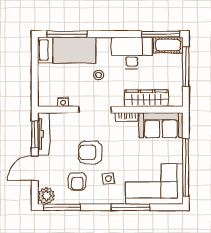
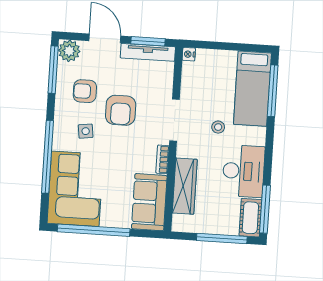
nightstand: (63, 102) -> (189, 54), moved
armchair: (90, 152) -> (121, 110), turned 180
window: (131, 207) -> (48, 157), width x1.46

